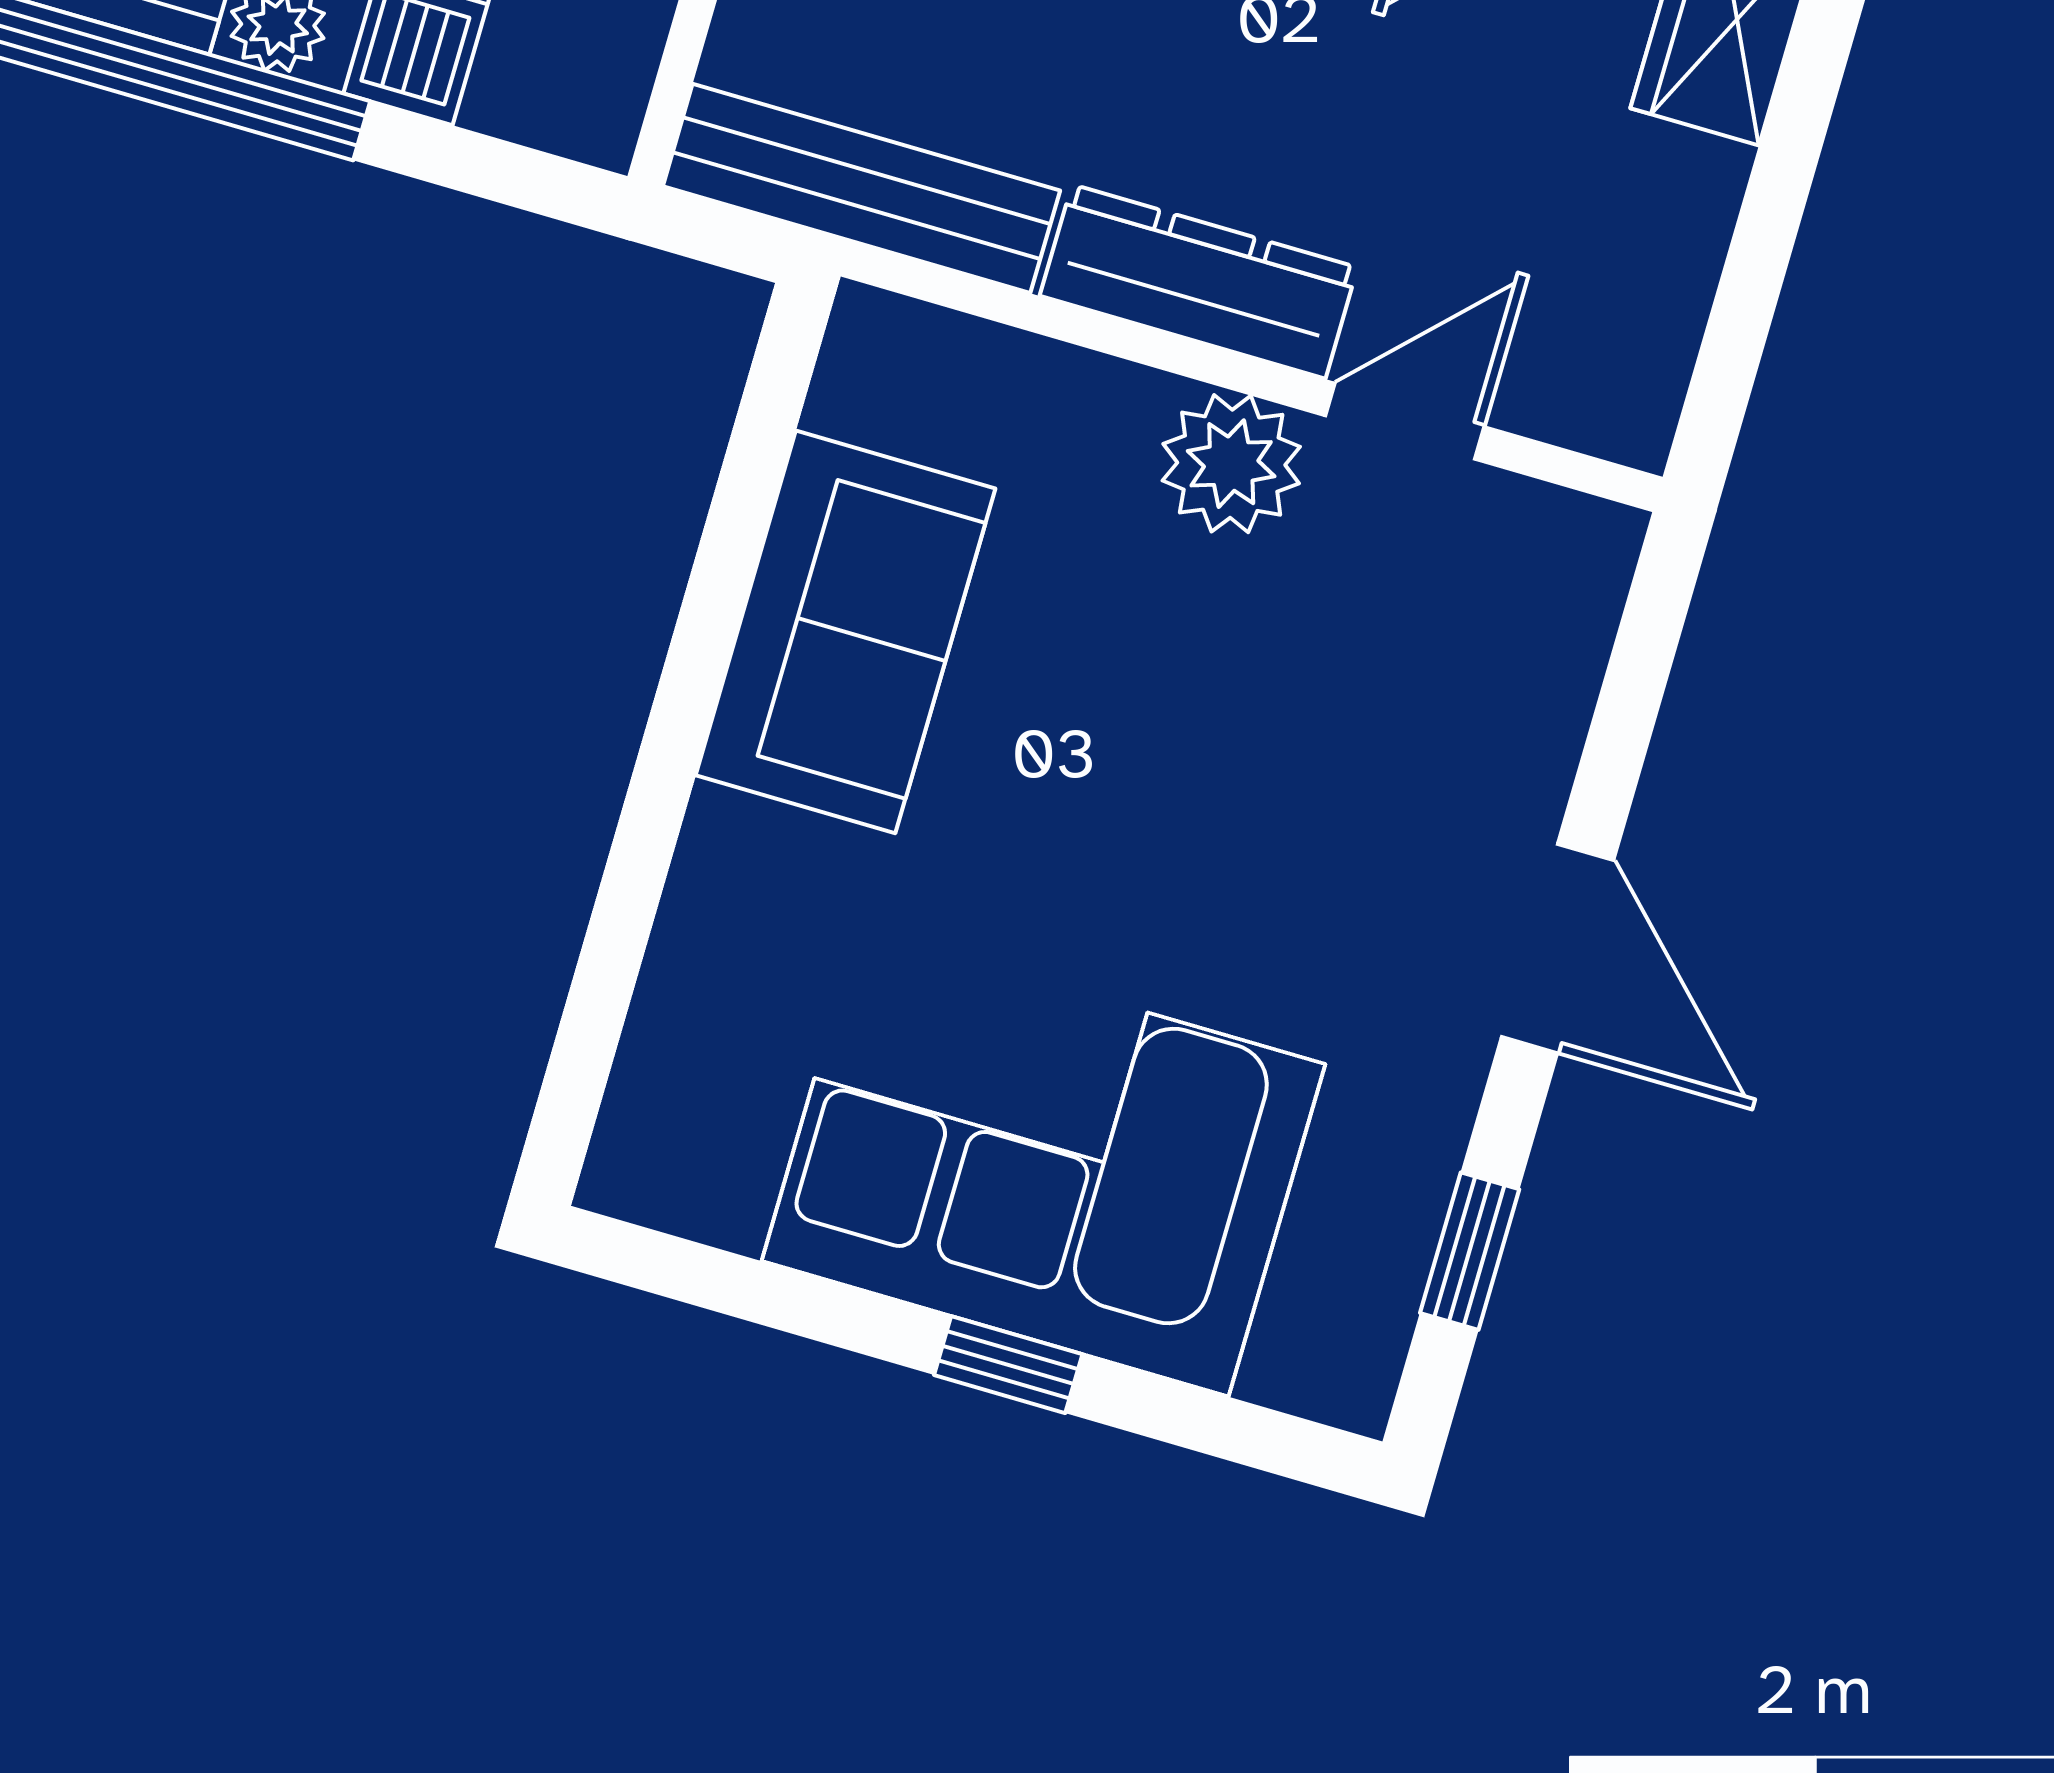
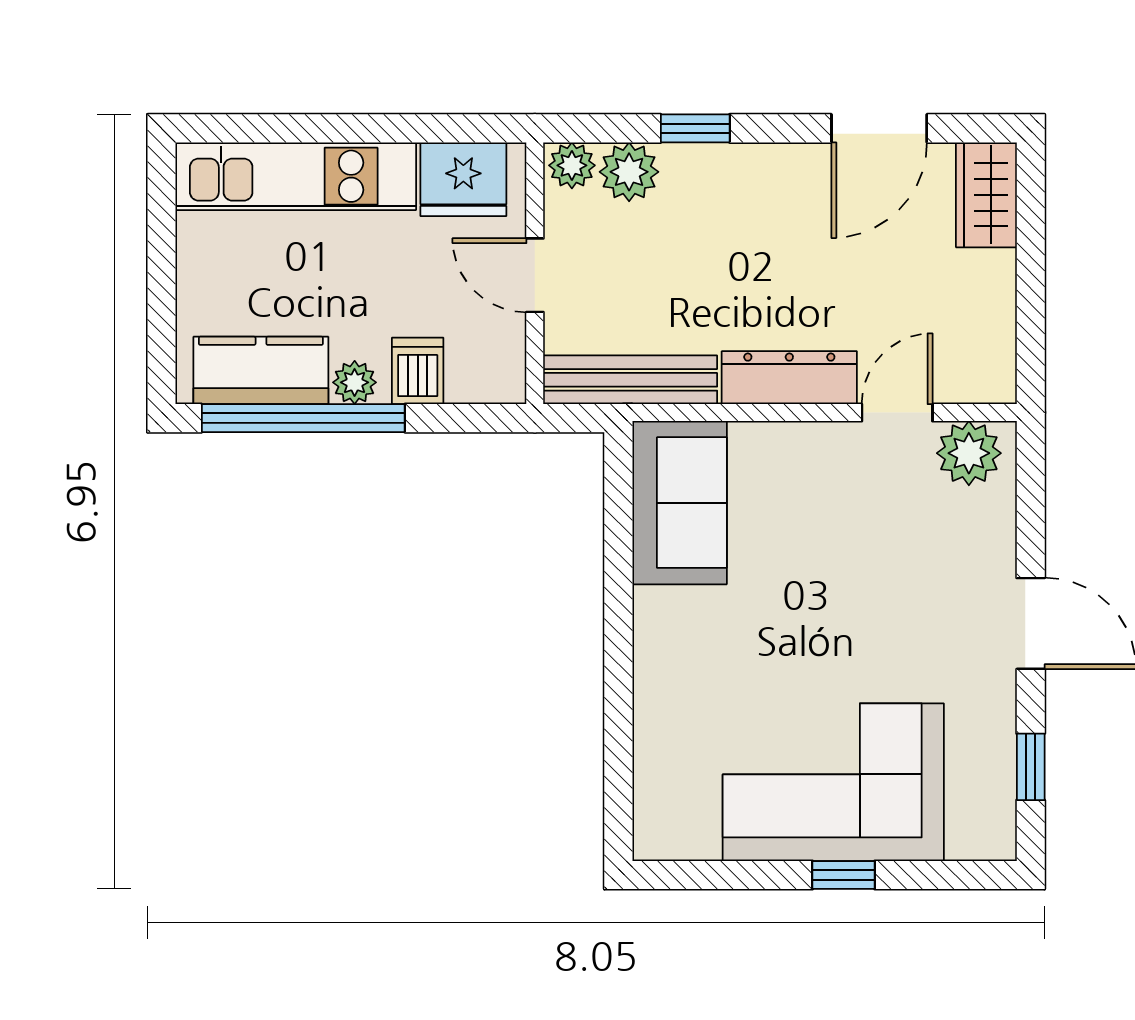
plant: (1231, 464) -> (969, 453), moved
sofa: (846, 632) -> (680, 503), moved

